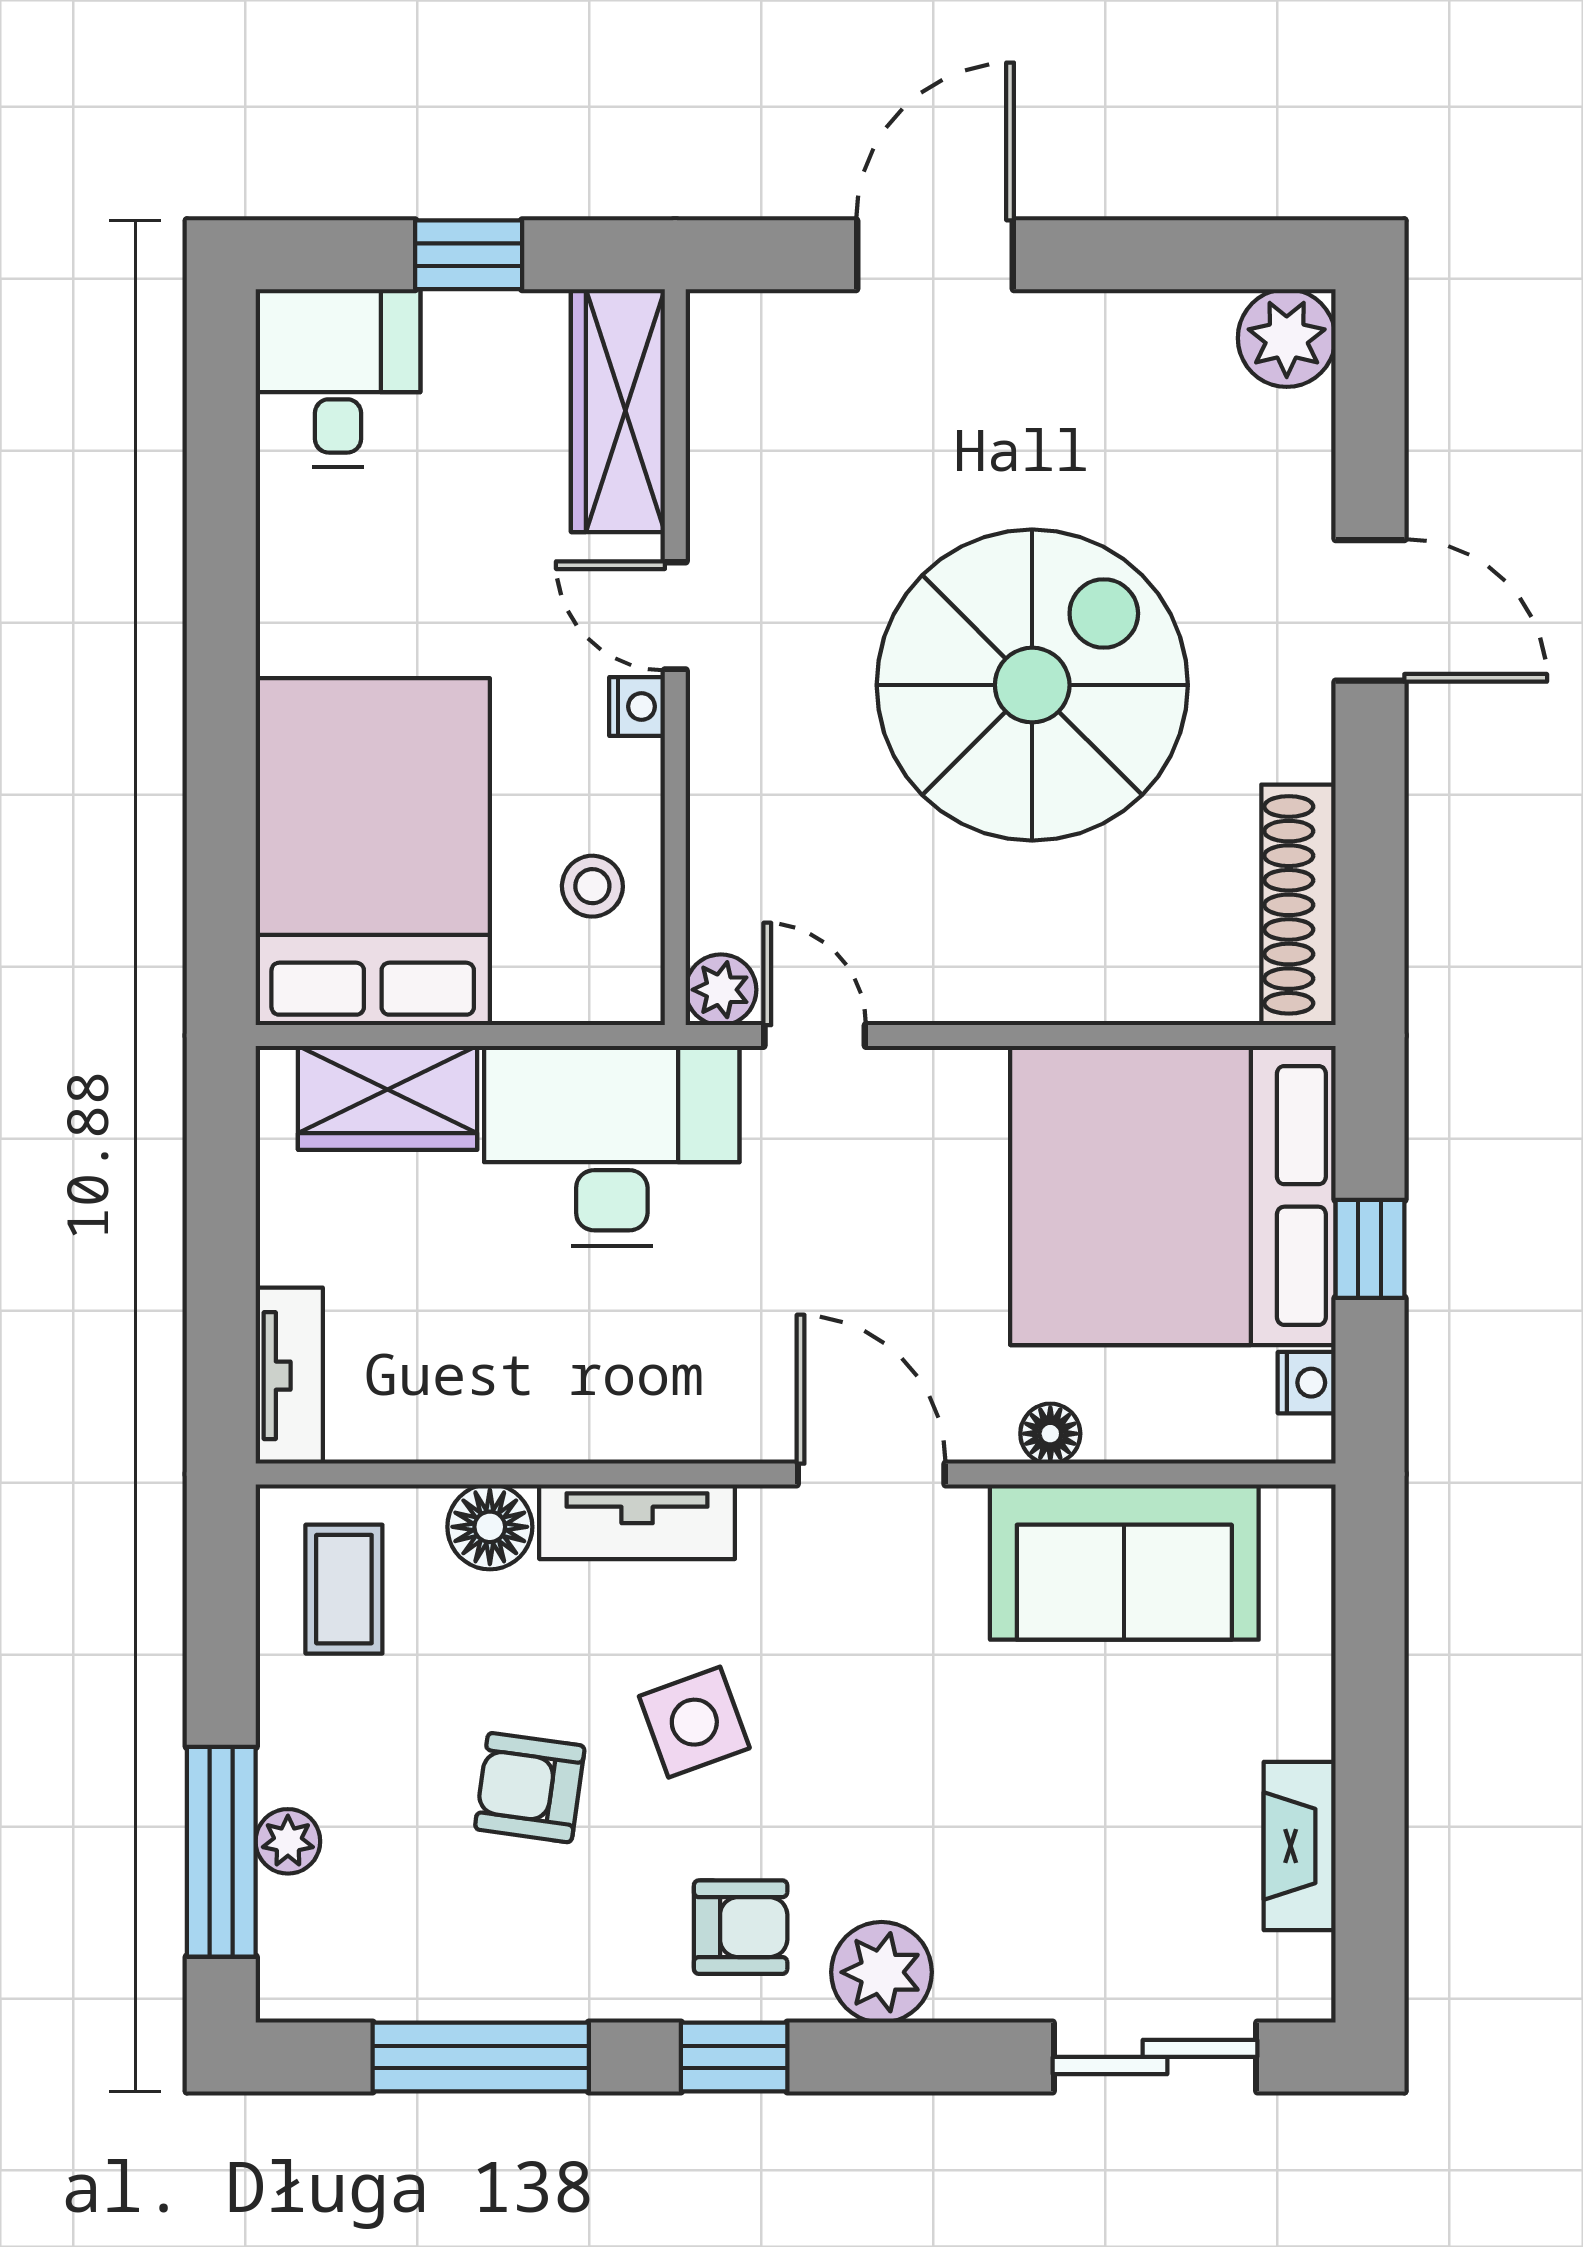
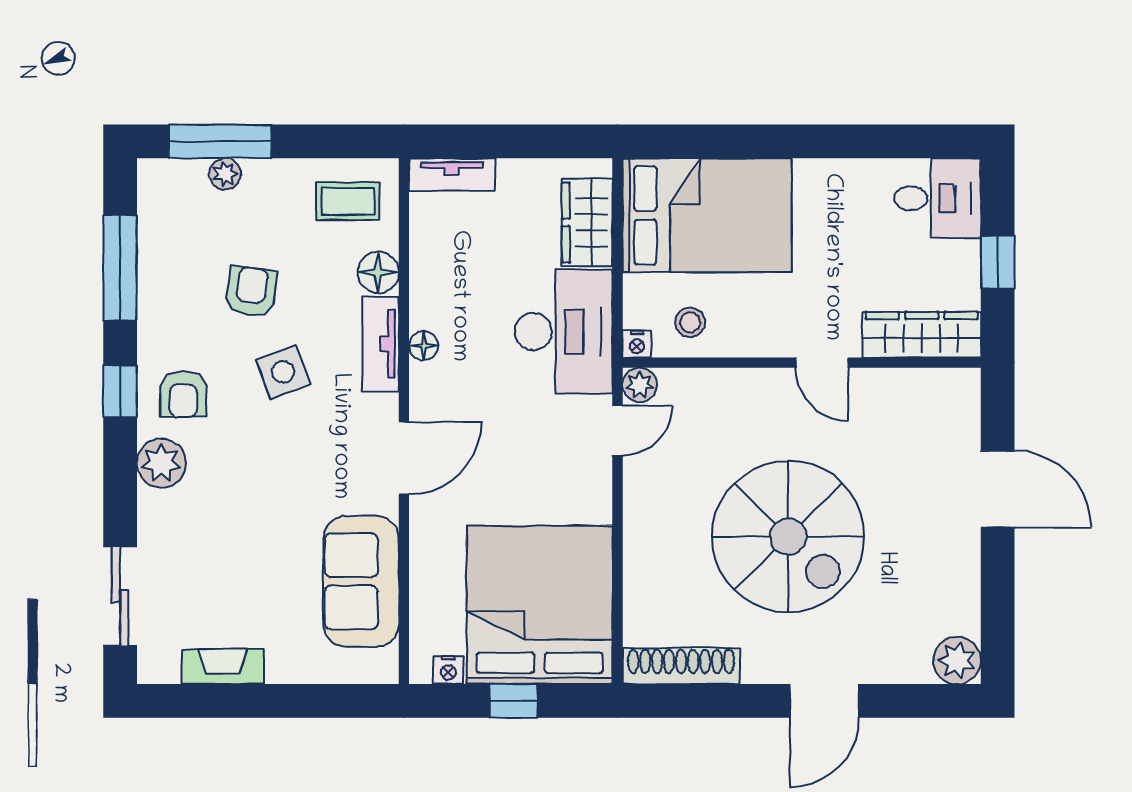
door: (675, 616) -> (822, 363), swing flipped
nightstand: (637, 706) -> (637, 344), moved
floor lamp: (1050, 1434) -> (424, 346), moved

